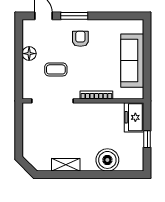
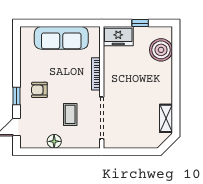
window: (74, 16) -> (16, 96), width x0.67
boiler: (107, 160) -> (161, 50), moved
shelving: (66, 165) -> (166, 118), moved

